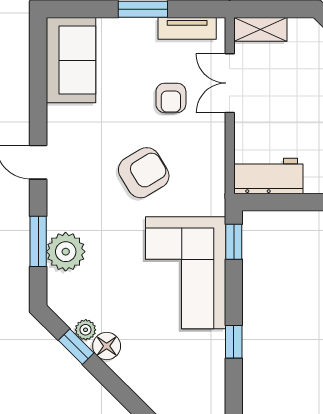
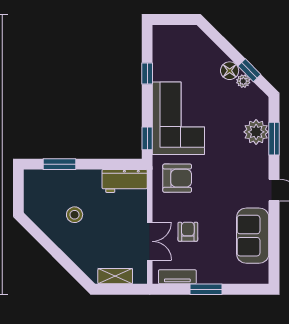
shelving: (260, 29) -> (115, 276), moved
sofa: (71, 60) -> (253, 236), moved
armchair: (144, 173) -> (177, 178), moved, turned -149

